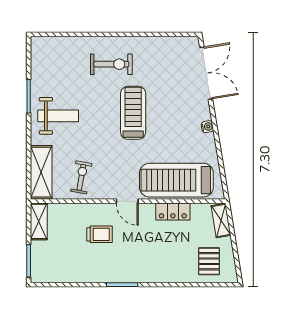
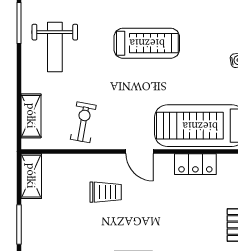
treadmill: (133, 113) -> (147, 43), turned 90
weight bench: (58, 116) -> (55, 47), turned 90
shelving: (41, 172) -> (31, 116), width x0.67, depth x0.75

